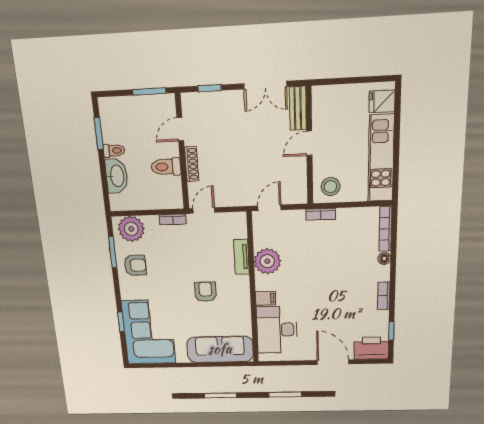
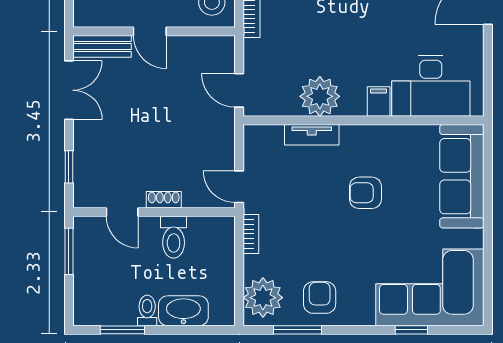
shoe rack: (192, 164) -> (164, 200), width x0.70

